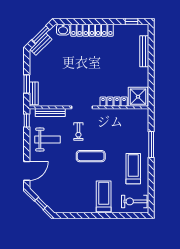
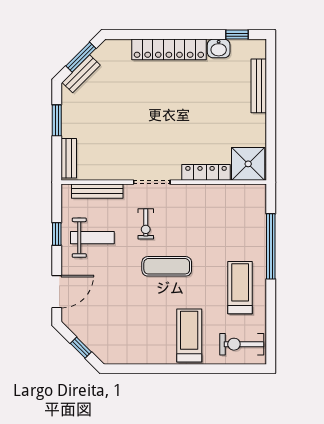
washbasin: (63, 30) -> (219, 48), moved
window: (27, 84) -> (57, 120), moved
window: (27, 120) -> (57, 234), moved
window: (151, 145) -> (271, 246), width x1.46

